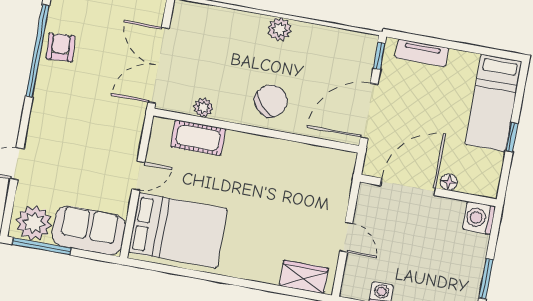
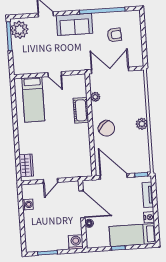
armchair: (61, 47) -> (114, 35), moved
nightstand: (467, 62) -> (149, 217), added
cot: (198, 138) -> (81, 110), moved
sofa: (89, 230) -> (75, 24), moved, turned 90
bed: (178, 230) -> (33, 99), width x0.67

